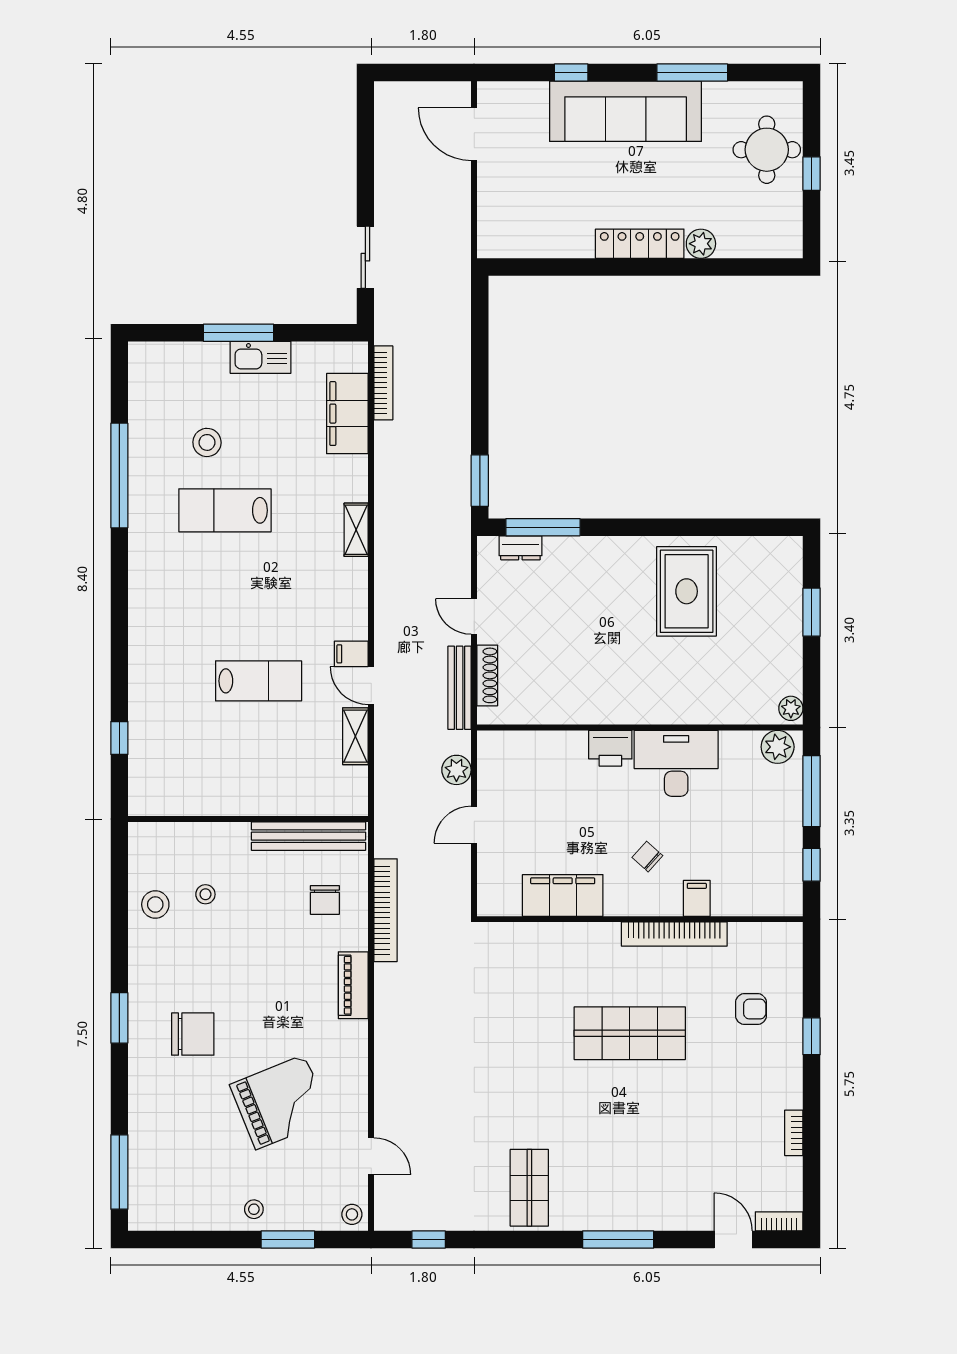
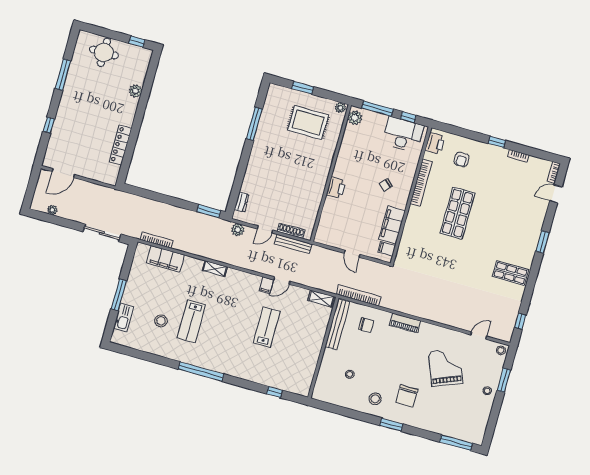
sofa: (626, 111) -> (71, 107), removed
plant: (385, 133) -> (52, 210), added
window: (812, 174) -> (137, 41), moved
locker: (640, 244) -> (120, 145), moved
sliding door: (365, 257) -> (102, 233), width x1.37
kitchen sink: (261, 357) -> (124, 317), moved
window: (119, 475) -> (201, 372), moved
window: (543, 527) -> (254, 124), moved
rug: (687, 591) -> (308, 123), moved
shelving: (355, 736) -> (321, 299), moved
desk: (676, 763) -> (403, 134), moved, turned 90
plant: (456, 770) -> (238, 230), moved
filing cabinet: (697, 898) -> (387, 249), moved
stool: (155, 904) -> (375, 399), moved
bookcase: (386, 910) -> (359, 295), moved
printer: (770, 940) -> (435, 143), added
armchair: (751, 1009) -> (462, 159), turned 180
chair: (193, 1034) -> (407, 396), turned 180
window: (812, 1036) -> (497, 142), moved
window: (618, 1239) -> (542, 242), width x0.69

